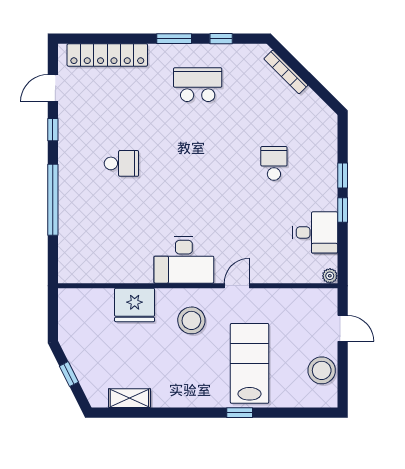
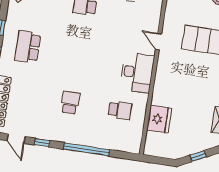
school desk: (121, 242) -> (120, 110), added
fridge: (135, 305) -> (159, 119), moved
stool: (191, 320) -> (176, 74), removed

